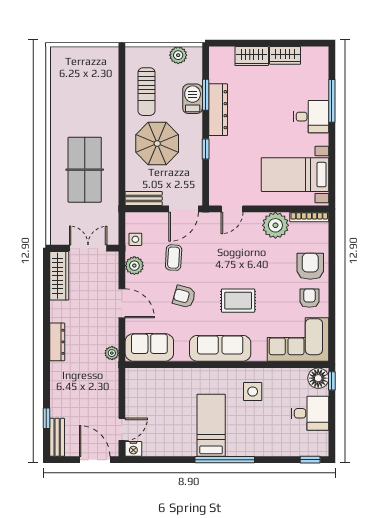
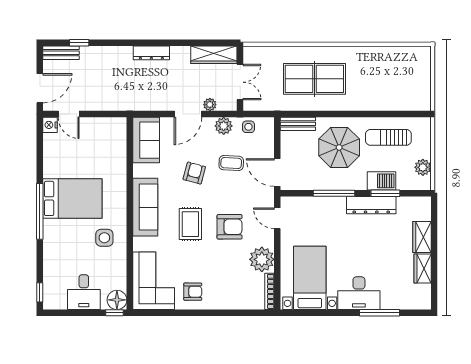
desk: (311, 117) -> (359, 293), width x1.37
window: (206, 149) -> (334, 193), width x2.17
bench: (144, 198) -> (298, 124), moved, turned 90
armchair: (310, 266) -> (230, 227), moved
plant: (112, 353) -> (210, 105), moved
bed: (211, 425) -> (72, 198), width x1.50

